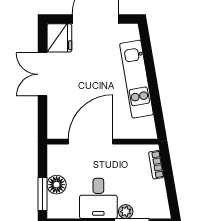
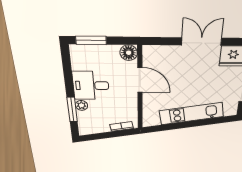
door: (91, 142) -> (140, 80), width x0.73
floor lamp: (57, 185) -> (129, 53), moved

